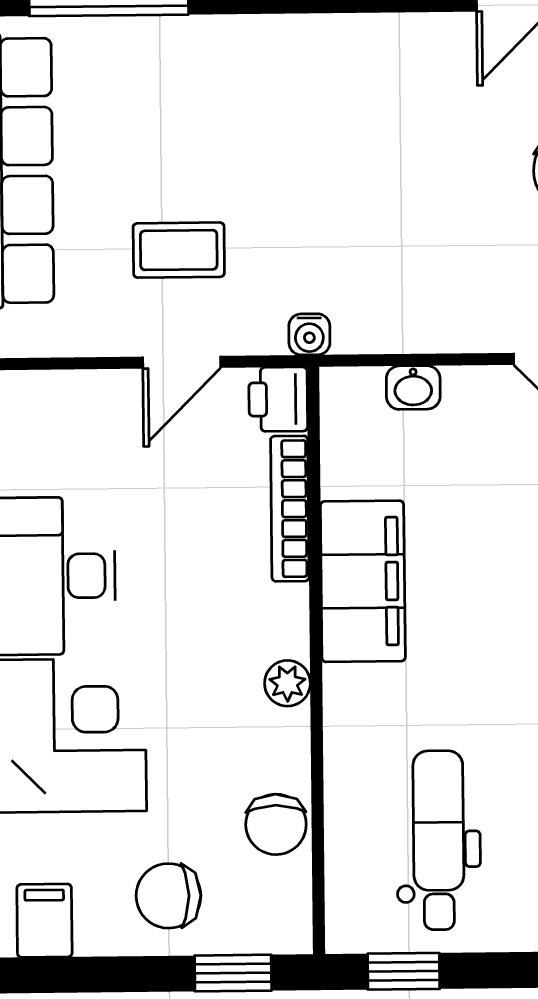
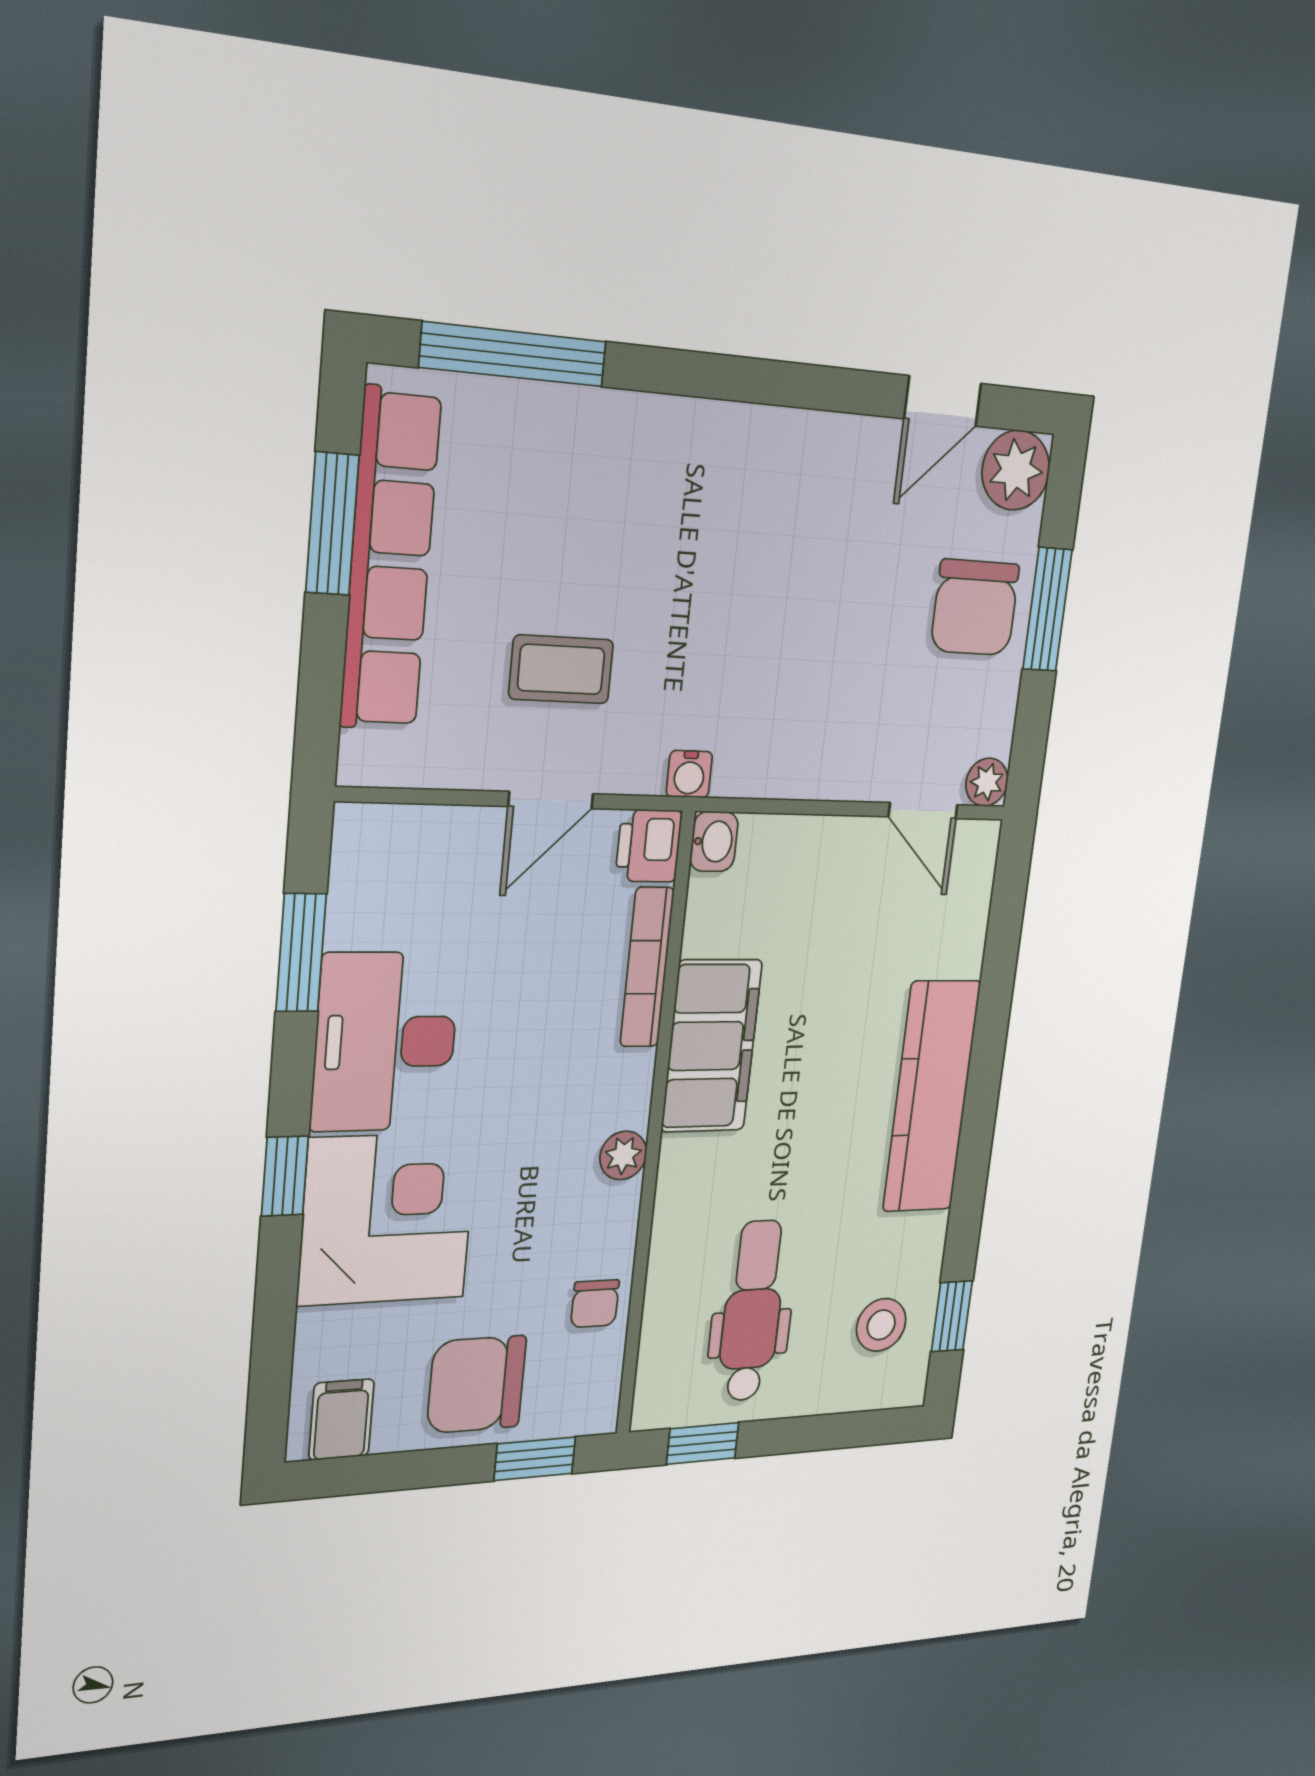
washbasin: (413, 388) -> (714, 841), moved, turned -90
chair: (276, 824) -> (595, 1304), width x0.73, depth x0.73
chair: (168, 896) -> (477, 1384), width x1.37, depth x1.37

